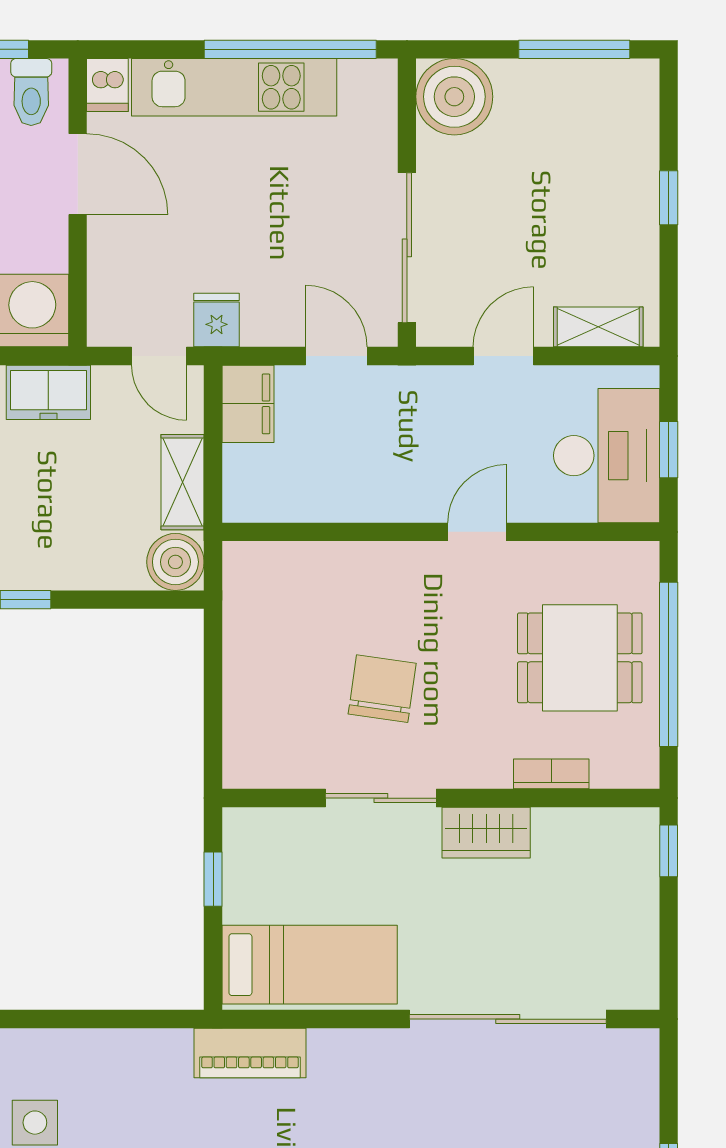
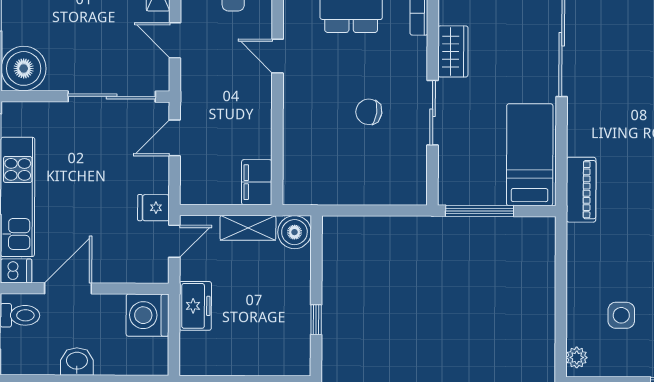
filing cabinet: (248, 404) -> (257, 182), moved, turned -90
chair: (382, 689) -> (369, 112), width x0.73, depth x0.73
window: (213, 879) -> (480, 211), width x2.17

